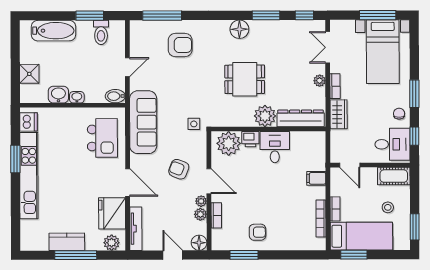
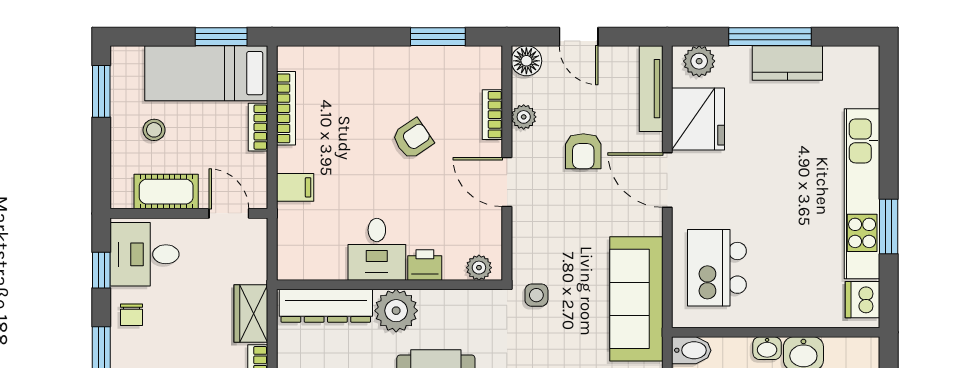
plant: (229, 143) -> (479, 268), width x0.53, depth x0.53
armchair: (179, 169) -> (583, 151), moved, turned 69
cot: (394, 176) -> (166, 192), moved
plant: (201, 201) -> (522, 143), removed
armchair: (257, 232) -> (413, 139), moved, turned 146

